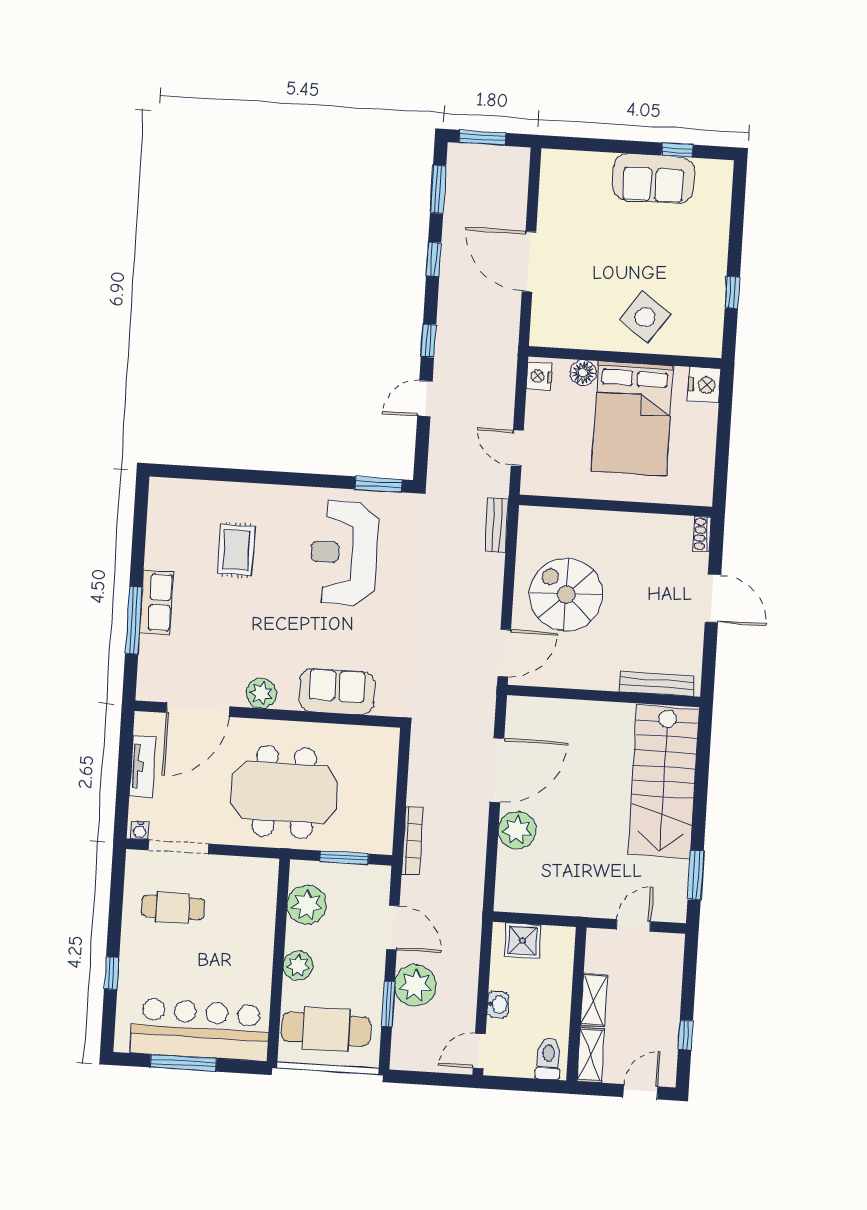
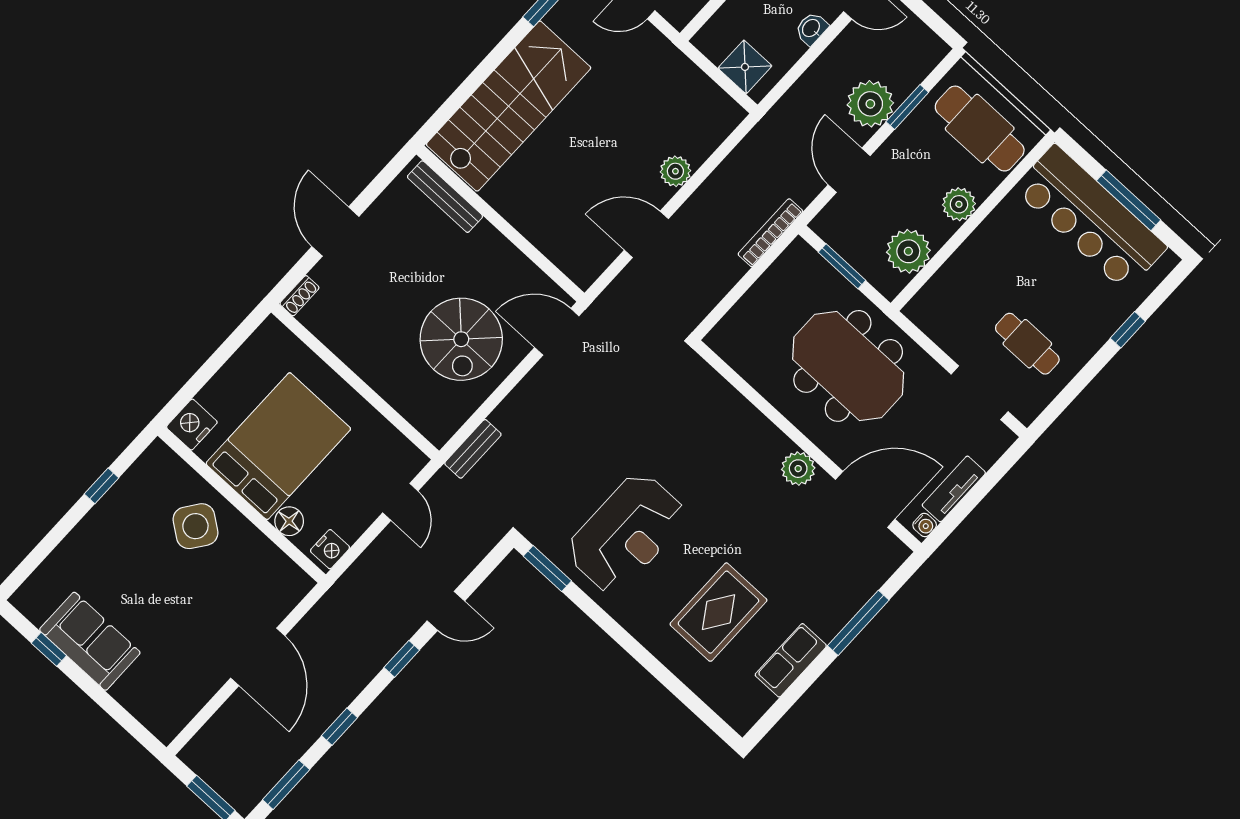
rug: (236, 550) -> (718, 612), width x1.36, depth x1.43
row of seats: (157, 602) -> (791, 660), moved
sofa: (337, 691) -> (731, 417), removed
door: (497, 770) -> (646, 234), width x0.73
water cooler: (140, 830) -> (925, 525), moved, turned 90
plant: (517, 830) -> (675, 171), width x0.73, depth x0.73

